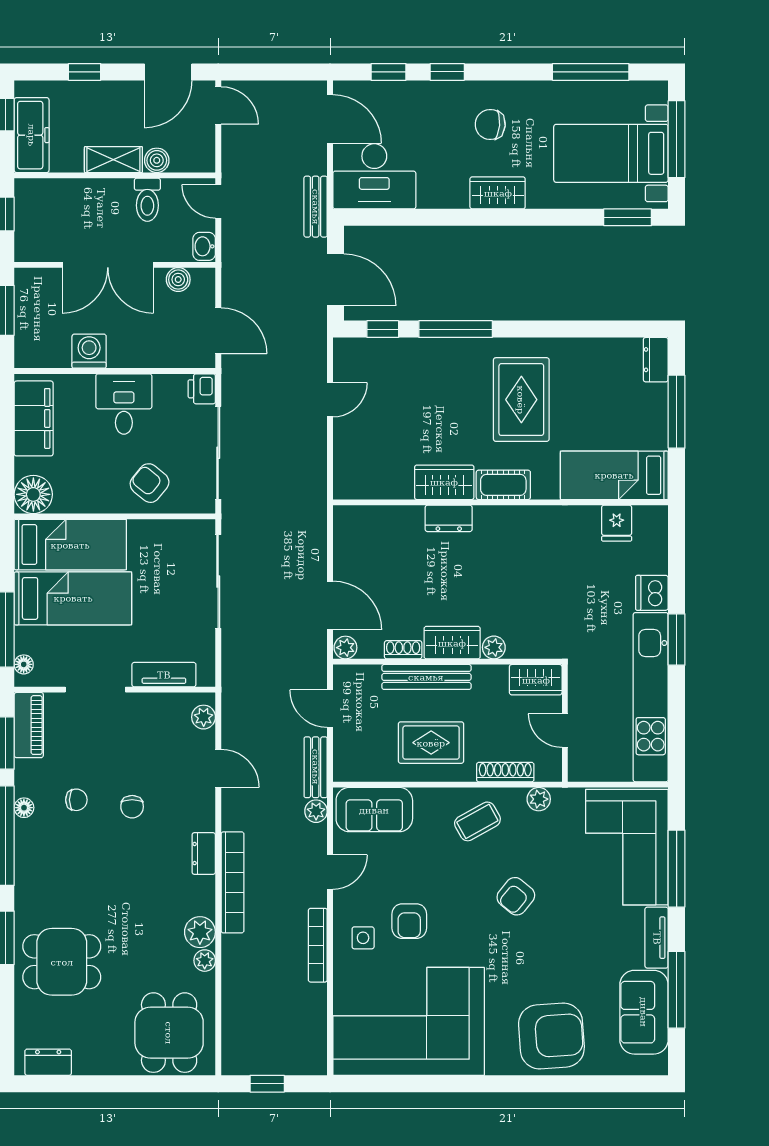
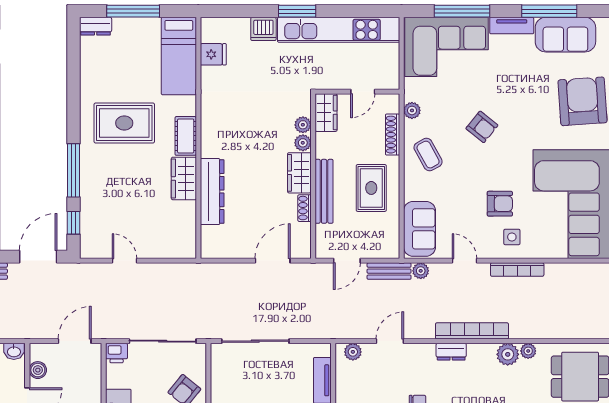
dresser: (449, 518) -> (212, 192), width x1.96, depth x1.24
plant: (345, 648) -> (303, 125), moved

